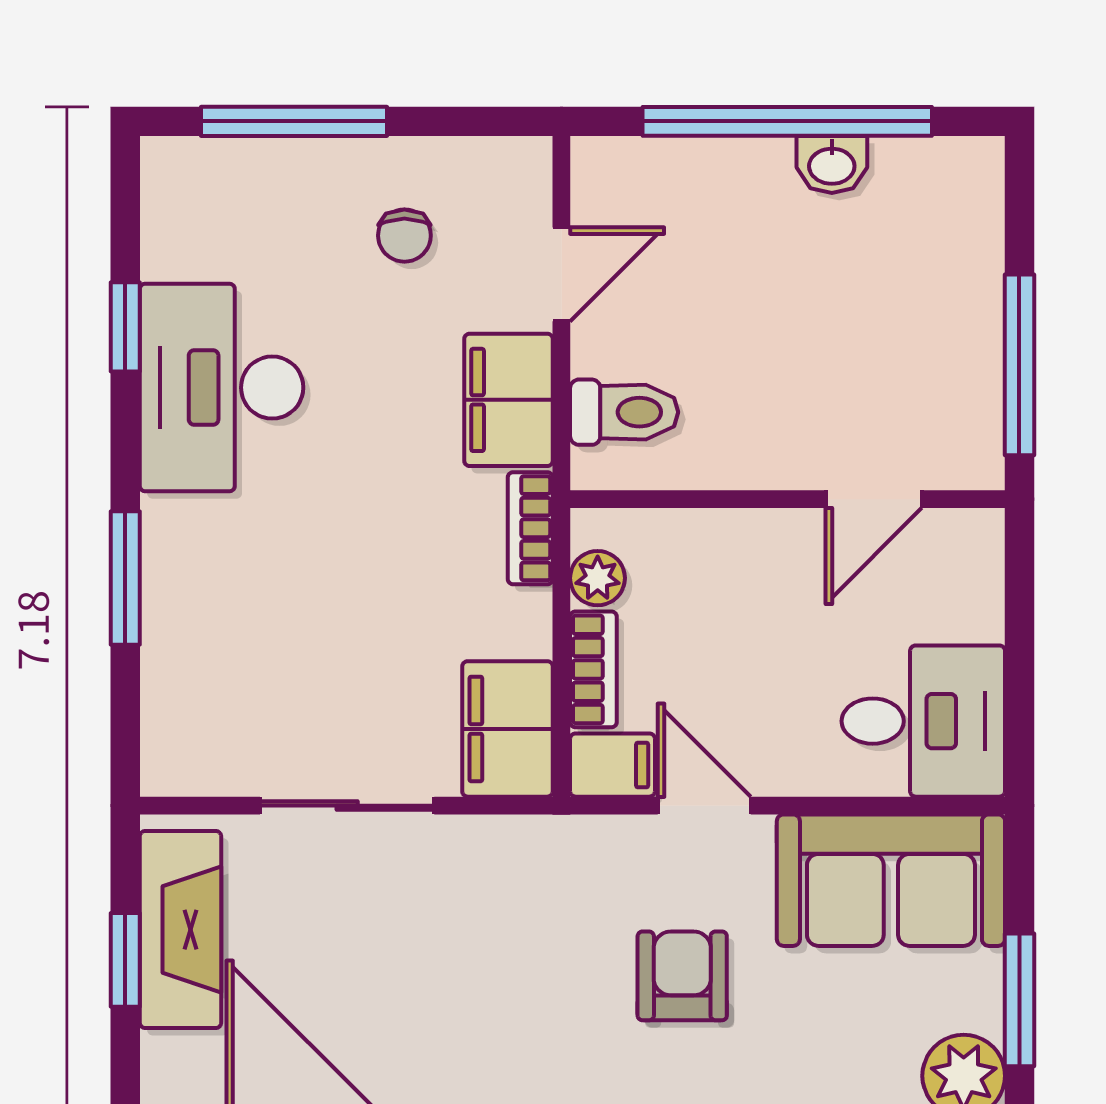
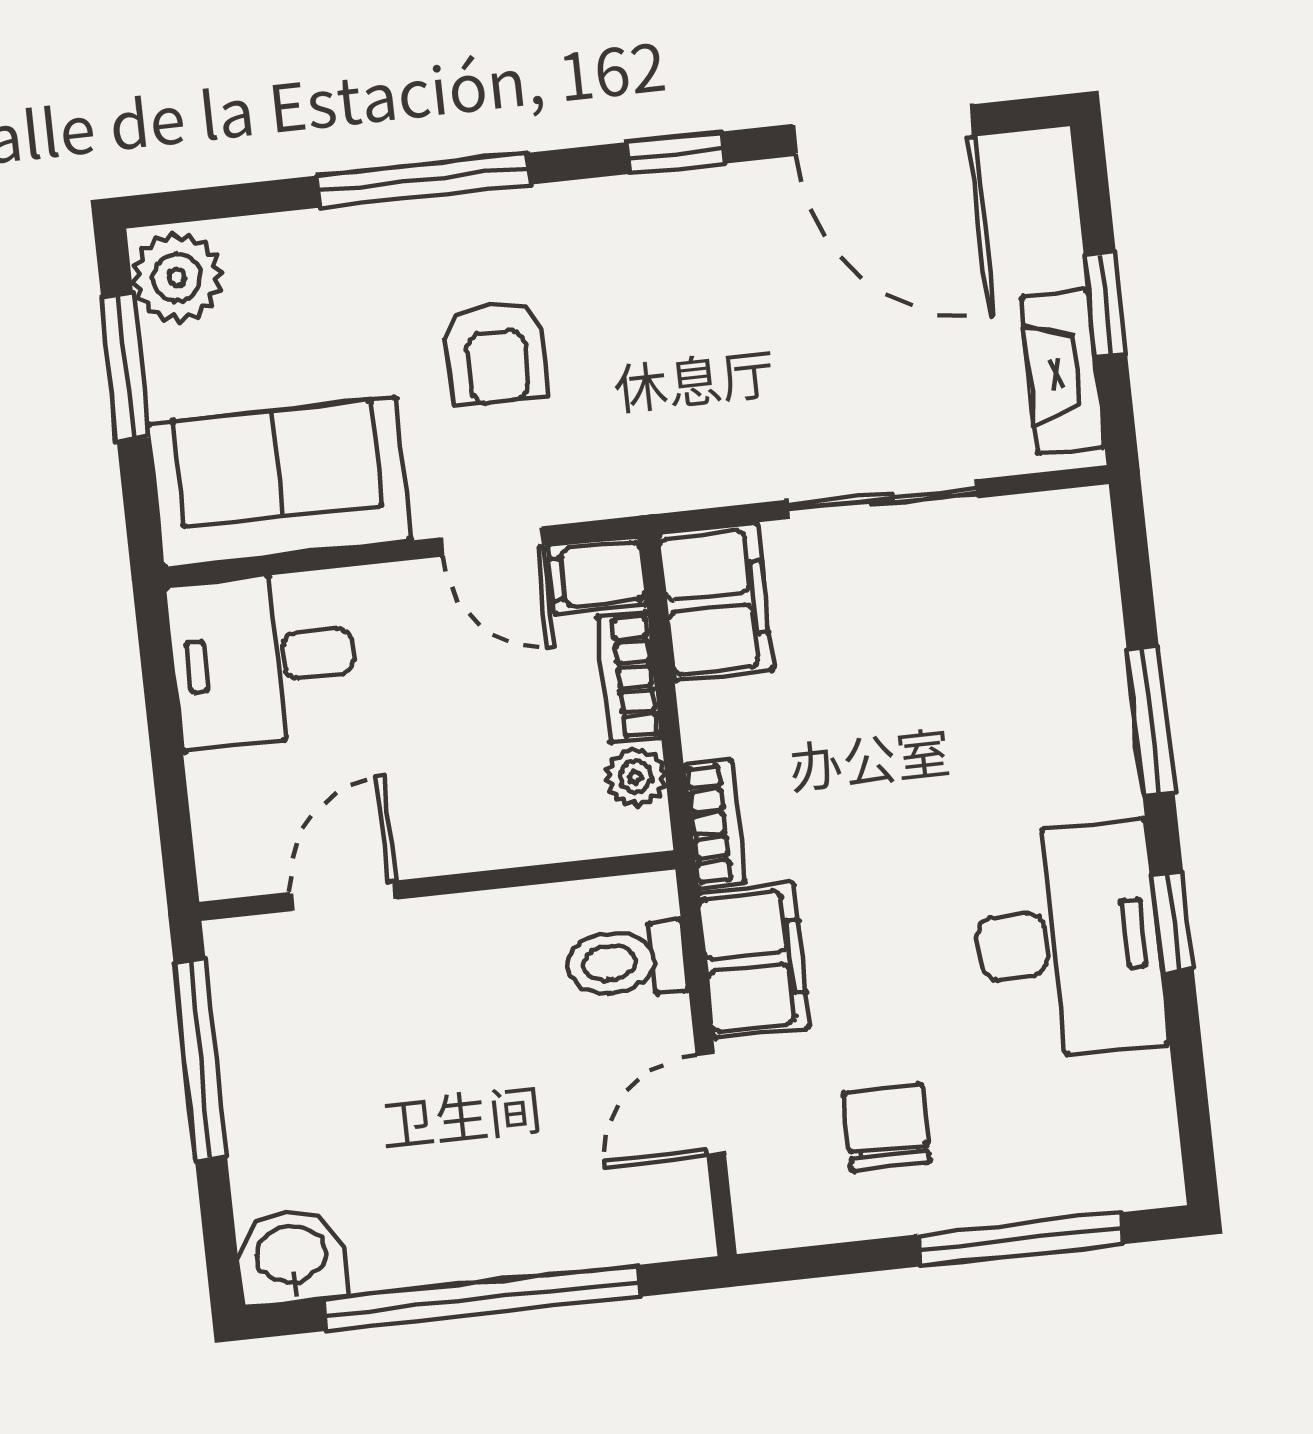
washbasin: (832, 165) -> (292, 1257), moved, width x1.38, depth x1.45
chair: (404, 236) -> (887, 1128), width x1.37, depth x1.37
window: (125, 327) -> (1173, 923), moved
fireplace: (180, 930) -> (1063, 372), width x0.73, depth x0.76

